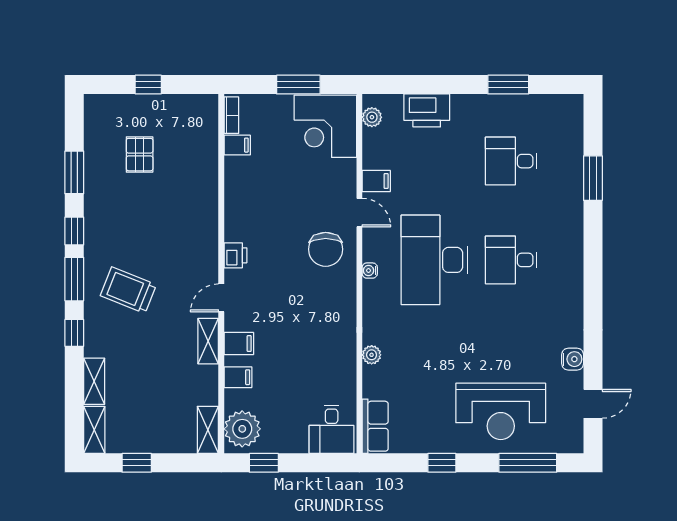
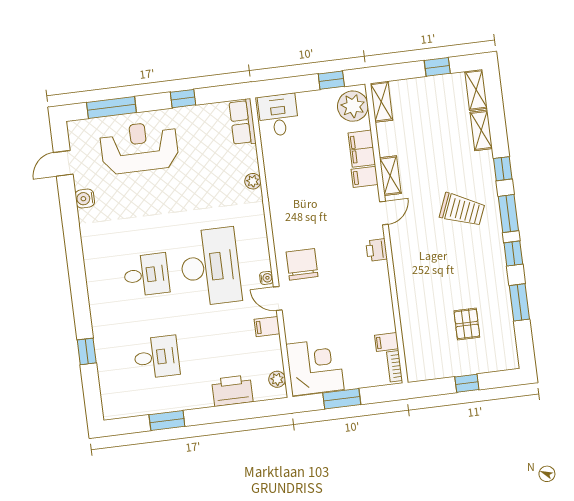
window: (593, 178) -> (87, 351), width x0.67
water cooler: (370, 271) -> (266, 278), moved
filing cabinet: (238, 377) -> (362, 149), width x2.00

